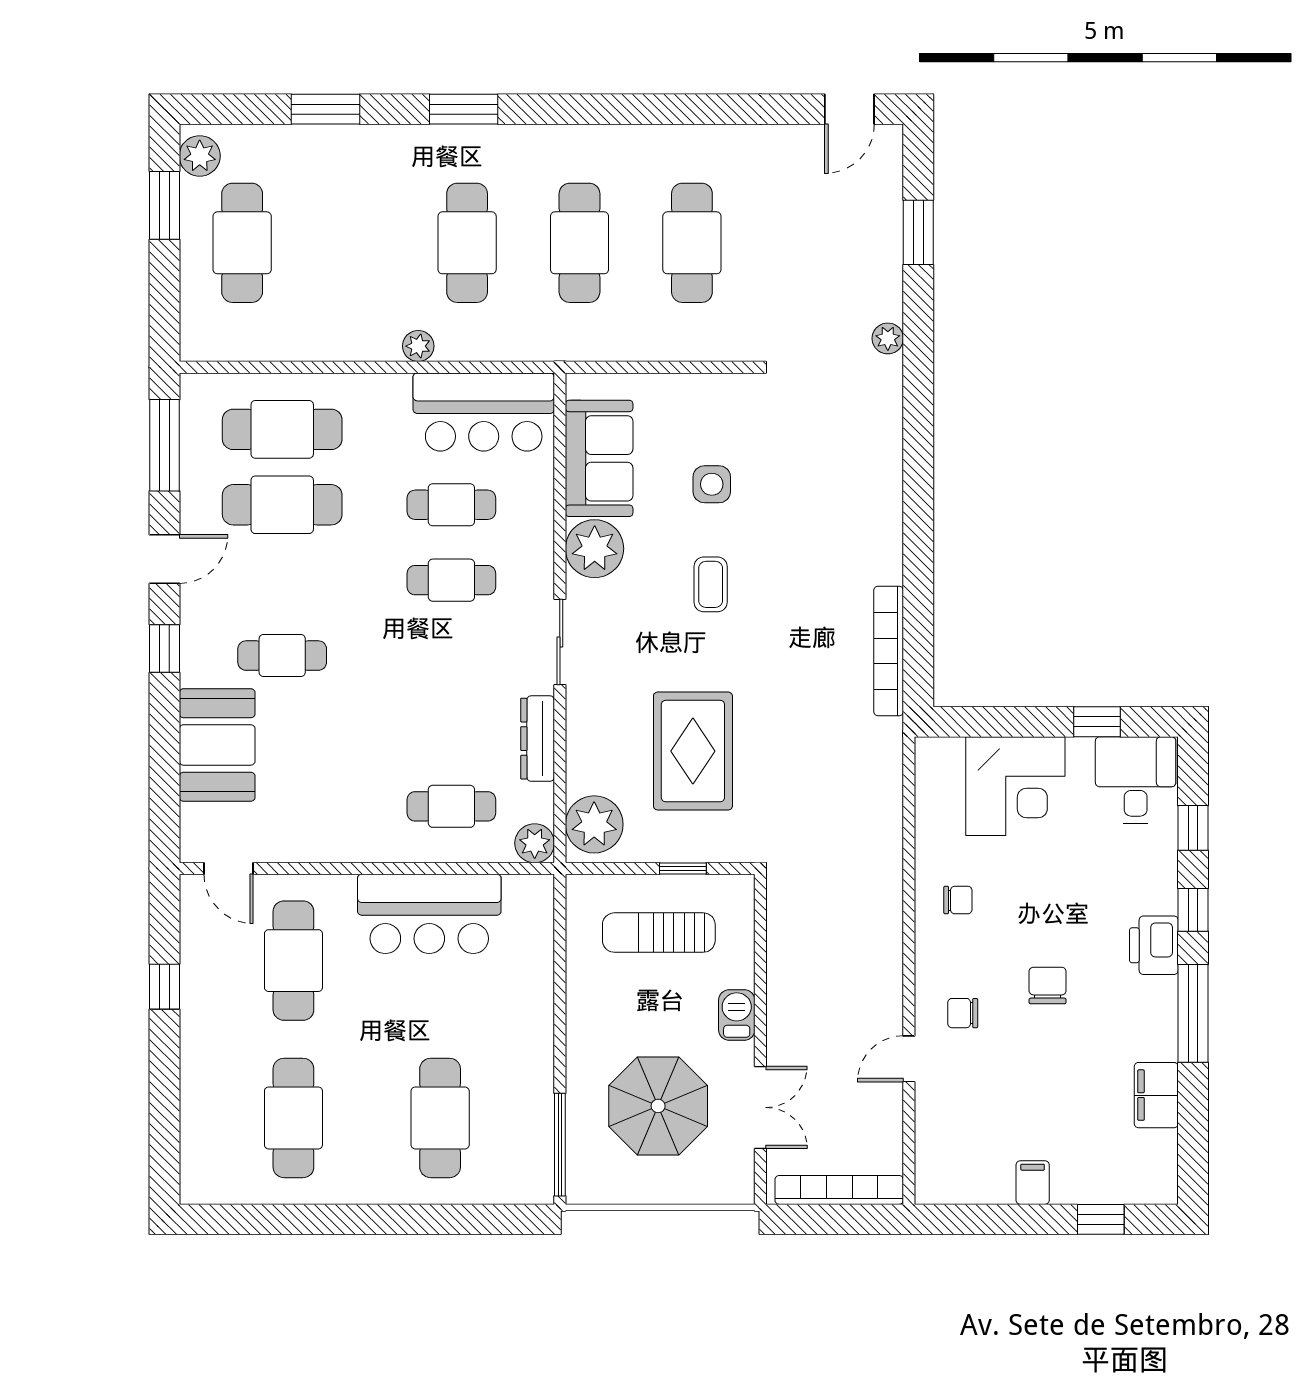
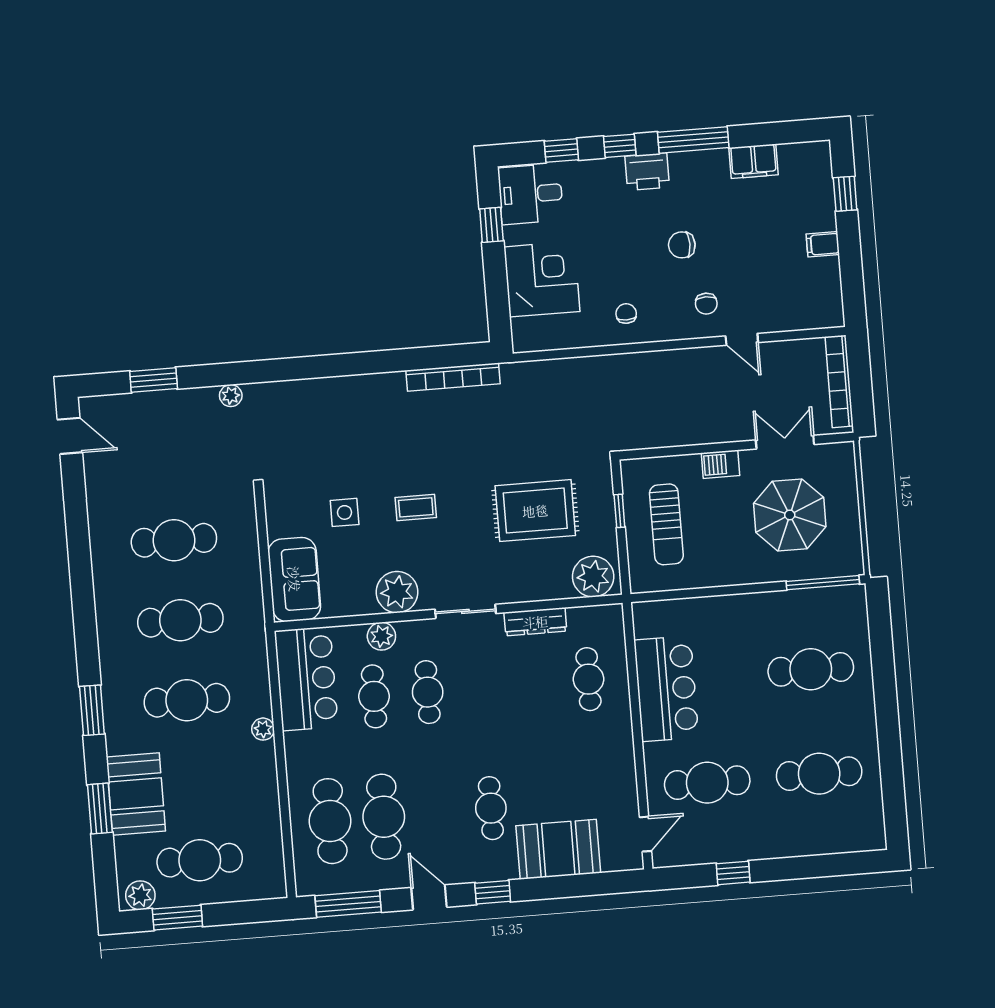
booth: (342, 161) -> (136, 794), added
sofa: (599, 458) -> (294, 579), moved, turned 90
plant: (535, 843) -> (381, 636), moved

